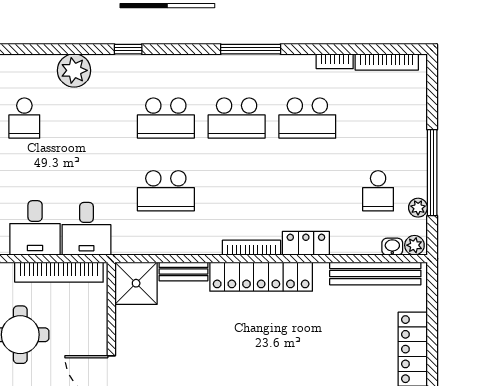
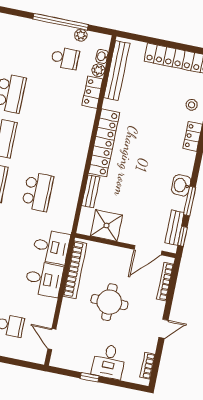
locker: (306, 243) -> (92, 92), moved
plant: (414, 245) -> (98, 70), moved
bookcase: (251, 248) -> (84, 145), removed
shower: (136, 283) -> (106, 226), moved

